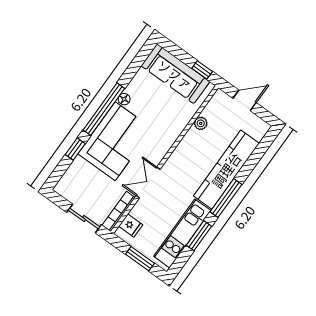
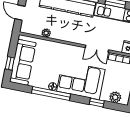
window: (202, 70) -> (10, 63), moved
window: (104, 109) -> (51, 94), moved
plant: (71, 177) -> (115, 97), added

